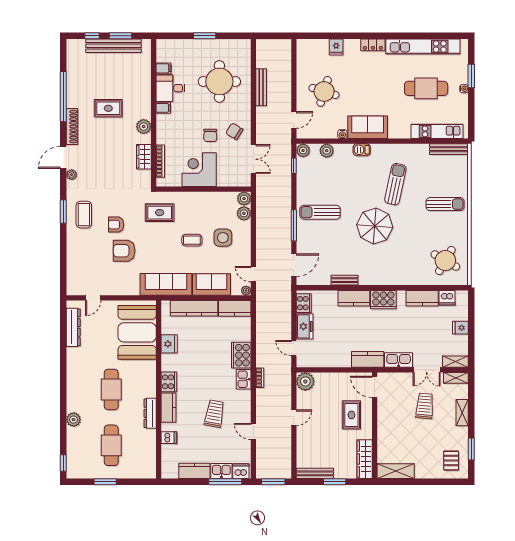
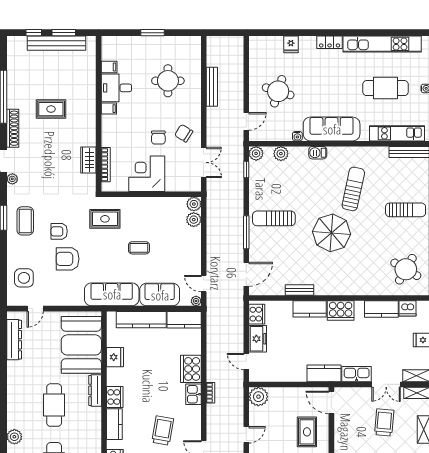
round table: (219, 81) -> (168, 81), width x0.73, depth x0.73
plant: (144, 127) -> (88, 128), removed
sofa: (368, 127) -> (332, 129), width x1.36
side table: (223, 238) -> (24, 278), moved
dresser: (150, 413) -> (95, 390), moved

